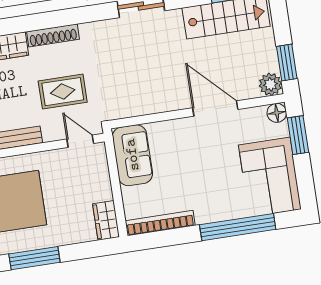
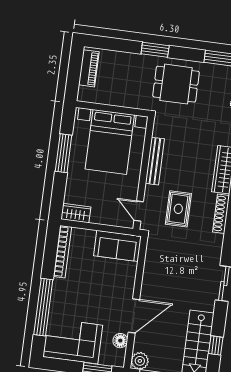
floor lamp: (277, 113) -> (120, 341), moved
door: (80, 141) -> (139, 211), swing flipped

